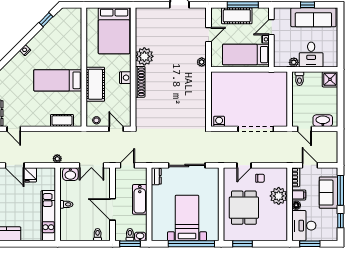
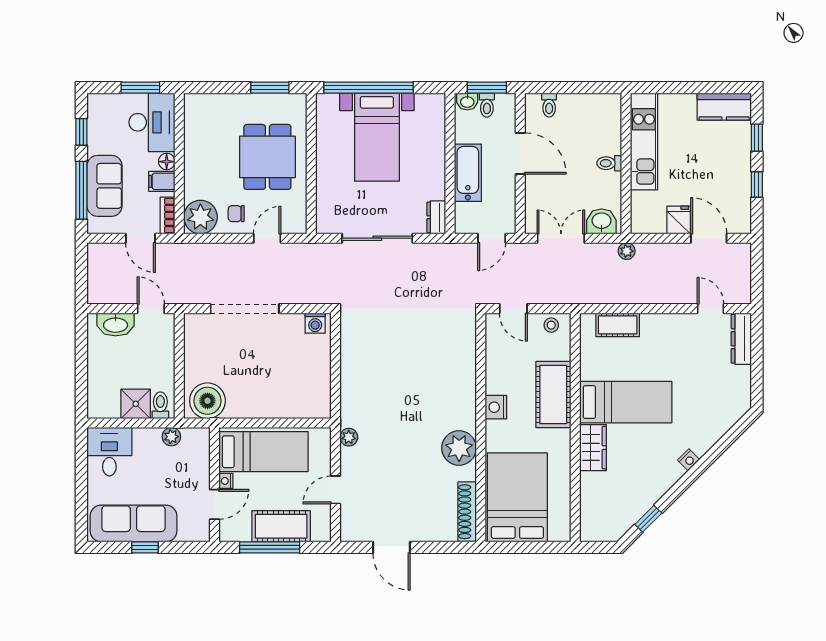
desk: (311, 55) -> (109, 452), moved
wardrobe: (75, 57) -> (593, 448), added
shower: (330, 79) -> (136, 404), moved
boiler: (275, 81) -> (207, 401), added
shoe rack: (140, 82) -> (467, 512), moved
plant: (279, 196) -> (200, 217), moved

